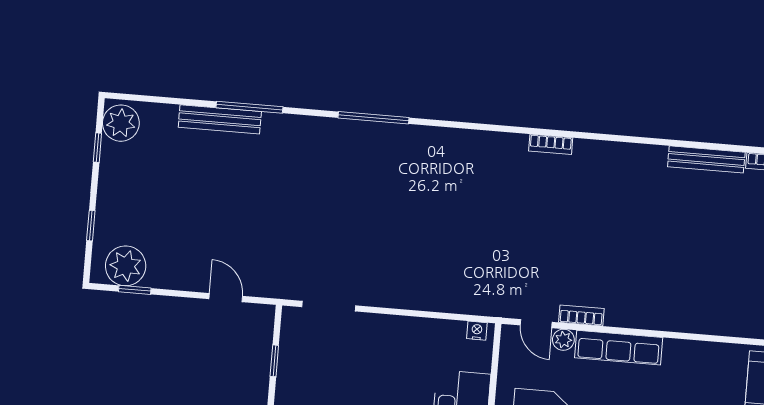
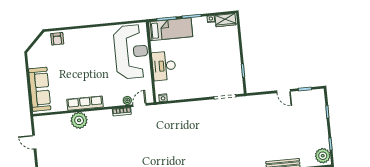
plant: (126, 266) -> (79, 120), moved
door: (226, 298) -> (283, 91), moved
door: (536, 324) -> (139, 105), hinge flipped
row of seats: (619, 348) -> (85, 103), moved

